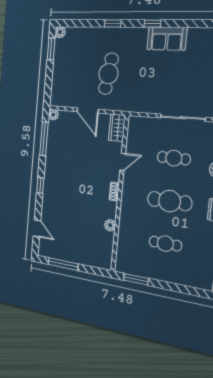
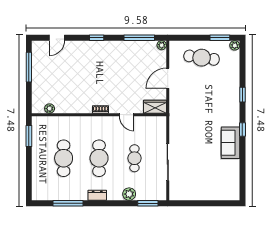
cafe table: (108, 74) -> (202, 58), moved
plant: (110, 225) -> (50, 109), moved
cafe table: (165, 244) -> (64, 158), width x1.37, depth x1.35

